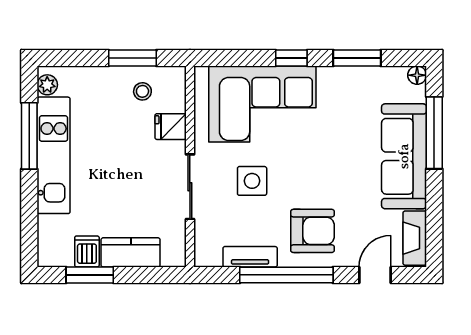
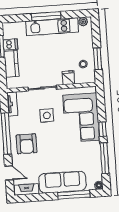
window: (357, 58) -> (105, 158), width x1.44
window: (29, 136) -> (46, 16), moved
tv unit: (250, 257) -> (12, 104), moved

